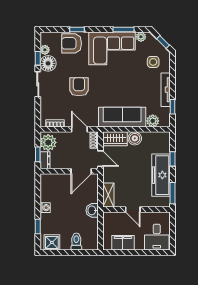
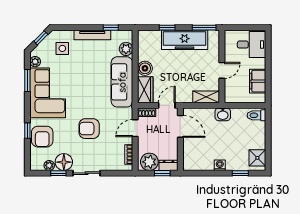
toilet: (76, 242) -> (256, 115), moved

